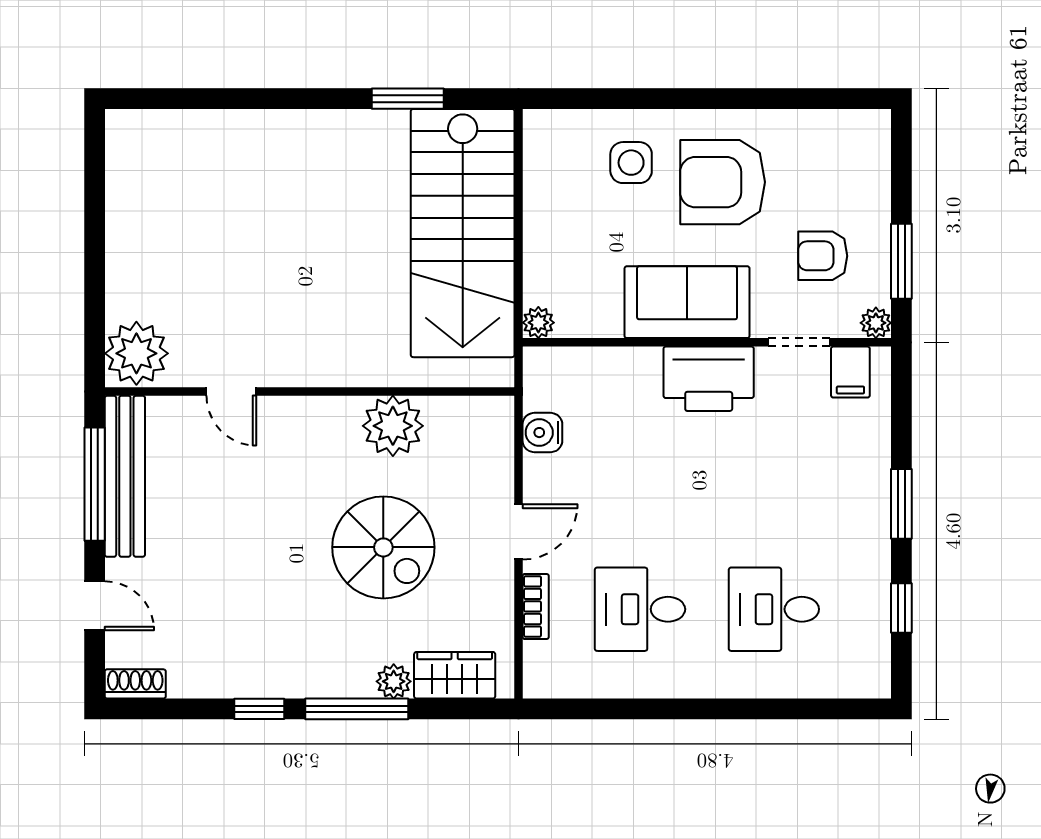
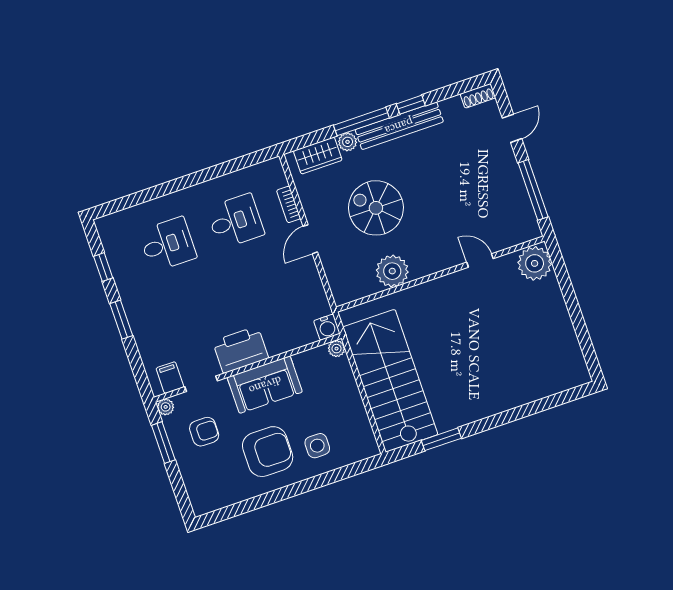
water cooler: (542, 433) -> (327, 327), moved, turned 90
bench: (125, 476) -> (399, 126), moved, turned 90
door: (95, 606) -> (512, 128), swing flipped

